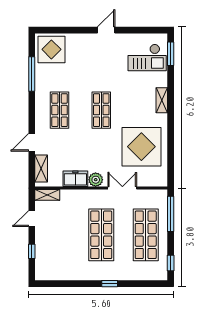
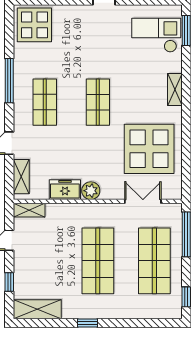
checkout: (147, 58) -> (156, 35), turned 180
window: (32, 74) -> (9, 81), moved
double door: (122, 188) -> (143, 201), moved
shelving: (54, 273) -> (37, 309), added
window: (110, 284) -> (88, 323), moved

